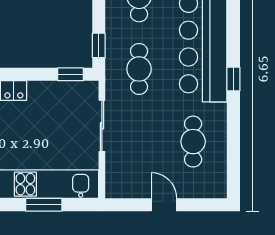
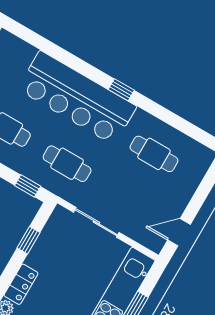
window: (70, 74) -> (28, 240), moved
door: (164, 205) -> (179, 232), moved

